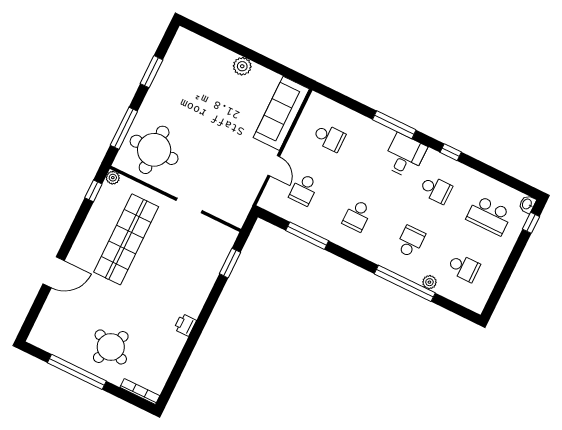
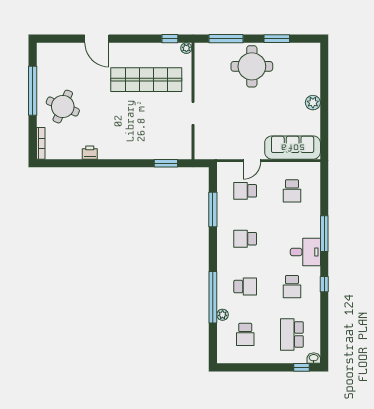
round table: (154, 150) -> (252, 66), moved
printer: (185, 325) -> (90, 153), moved

